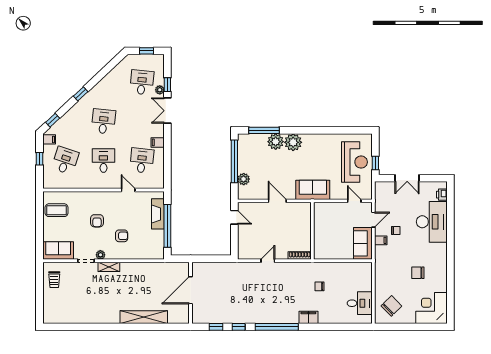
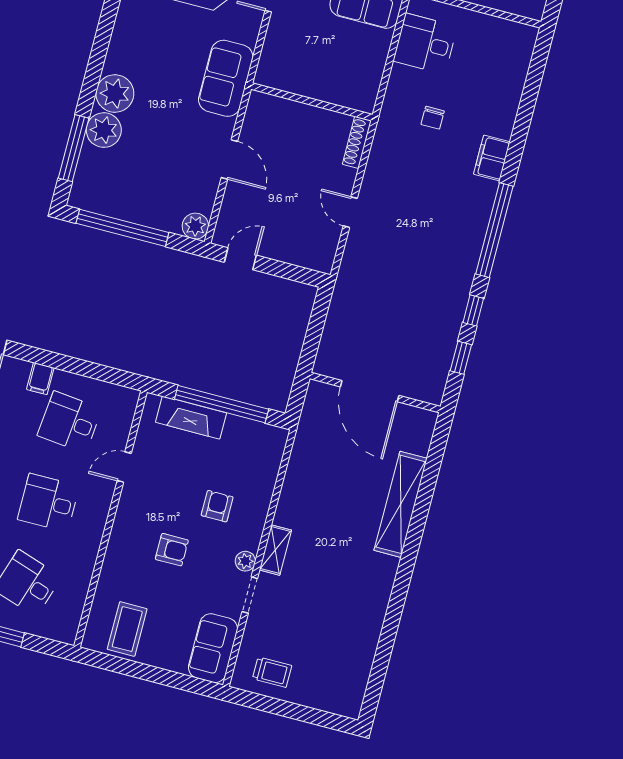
plant: (244, 179) -> (195, 226), moved
door: (277, 201) -> (229, 159), swing flipped
desk: (360, 303) -> (425, 44), moved, turned -90

